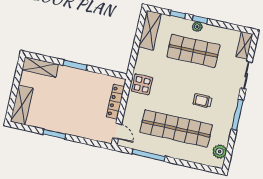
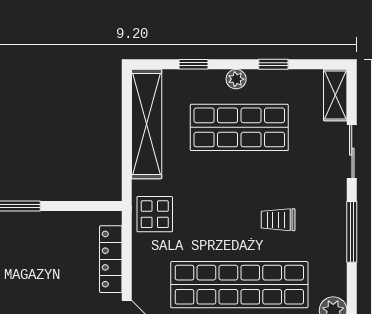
window: (200, 20) -> (273, 64), moved
shelving: (150, 30) -> (147, 124), width x1.47

